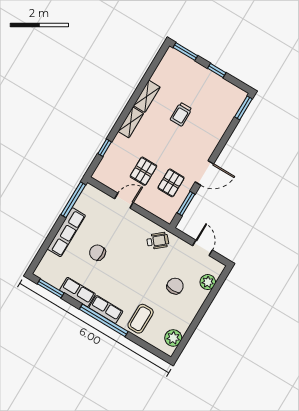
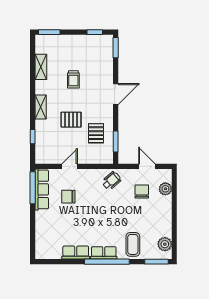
window: (217, 70) -> (95, 32), moved
shelving: (147, 96) -> (41, 67), moved
pallet: (143, 171) -> (71, 120), moved, turned 90
door: (204, 173) -> (116, 94), moved
row of seats: (66, 232) -> (42, 189), moved
chair: (97, 253) -> (68, 197), moved
chair: (175, 286) -> (142, 192), moved
window: (51, 288) -> (157, 262), moved

